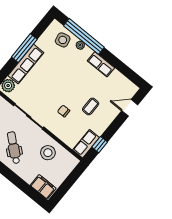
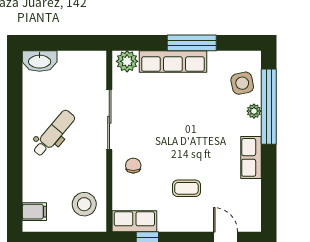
chair: (64, 111) -> (133, 166), moved
stool: (48, 153) -> (84, 204), moved
filing cabinet: (43, 187) -> (34, 212), width x0.50

